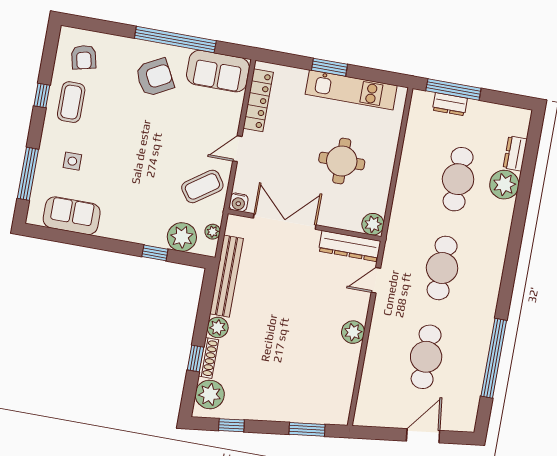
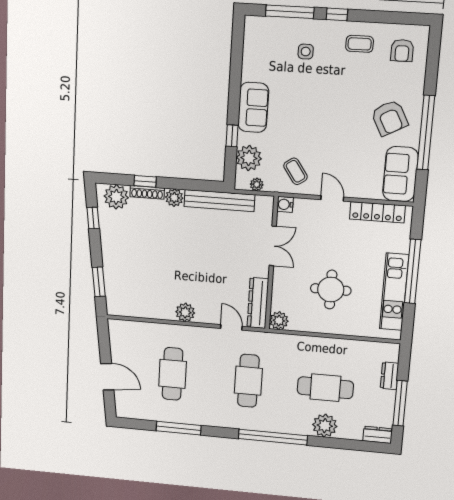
armchair: (84, 57) -> (402, 50), turned -77
window: (330, 67) -> (413, 271), width x2.11
window: (453, 90) -> (400, 403), moved
window: (42, 96) -> (337, 14), moved
coffee table: (71, 102) -> (360, 44), width x0.73, depth x0.77
dresser: (515, 153) -> (378, 435), moved
coffee table: (202, 186) -> (295, 171), width x0.73, depth x0.77
sofa: (72, 216) -> (253, 107), moved
double door: (285, 221) -> (273, 246), width x0.73
window: (514, 247) -> (273, 437), added
cafe table: (442, 268) -> (248, 381), turned 90
cafe table: (426, 357) -> (173, 374), turned 90
window: (494, 358) -> (179, 428), width x0.68

